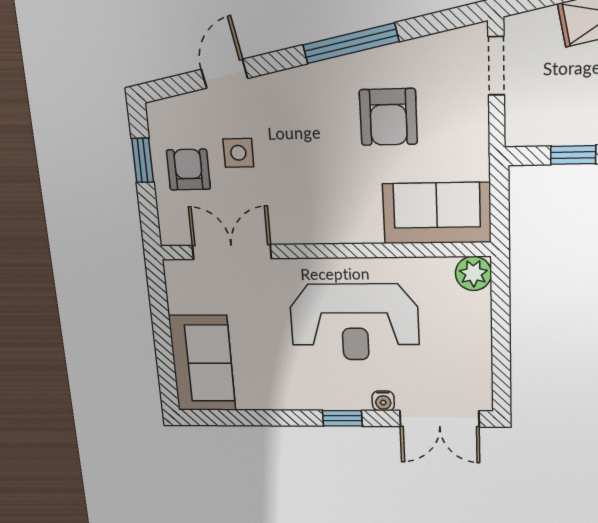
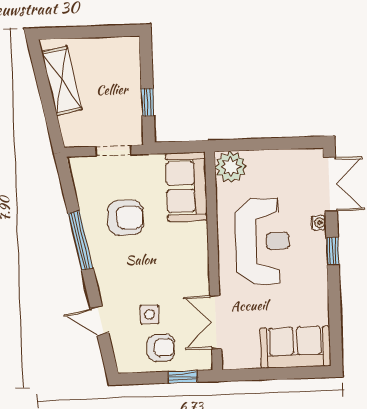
doorway: (496, 66) -> (114, 151), moved
window: (143, 160) -> (183, 377), moved
armchair: (188, 170) -> (161, 348), turned 180
plant: (474, 273) -> (231, 167), width x1.36, depth x1.36

